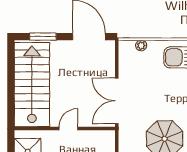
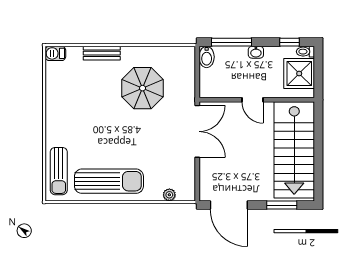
door: (68, 129) -> (252, 100), hinge flipped

